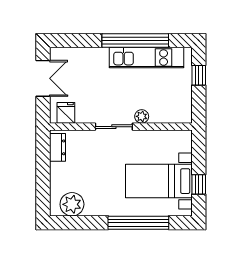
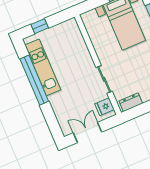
plant: (142, 116) -> (85, 53), removed
sliding door: (114, 127) -> (104, 79), moved

